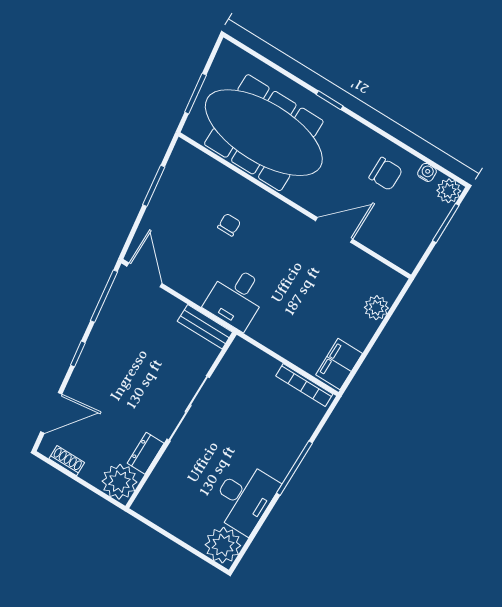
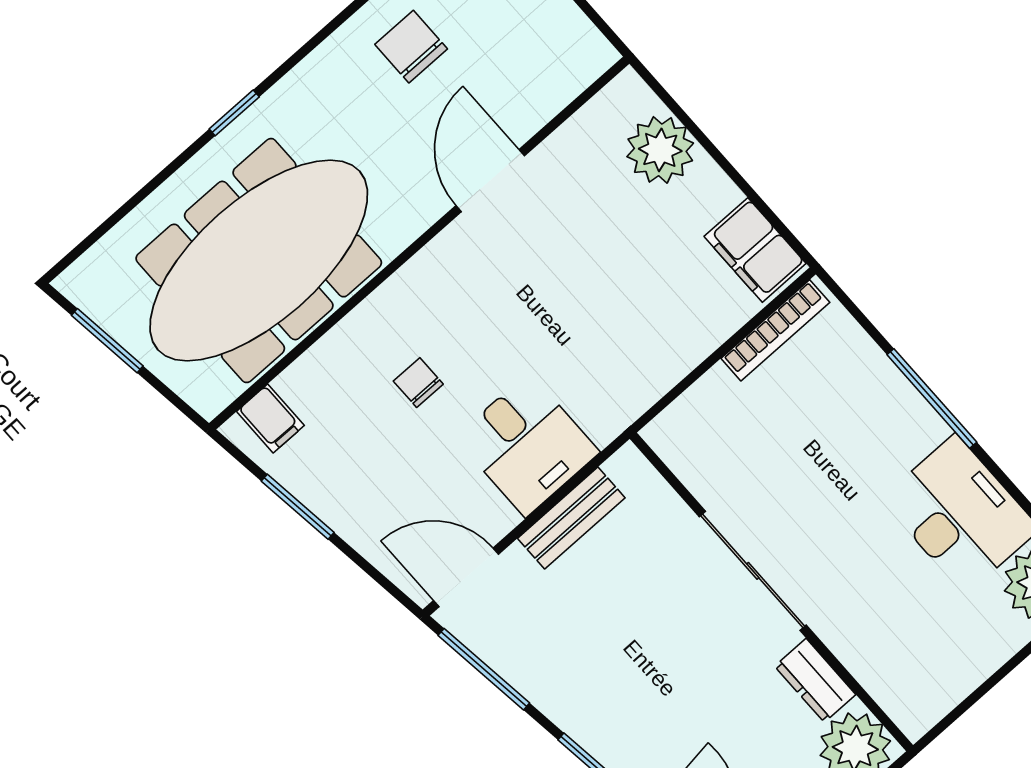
window: (195, 94) -> (107, 341), moved
filing cabinet: (191, 160) -> (270, 418), added
chair: (386, 174) -> (411, 47), turned -90
desk: (236, 298) -> (527, 445), moved
plant: (376, 308) -> (660, 150), width x1.36, depth x1.36
bench: (205, 327) -> (571, 518), moved

